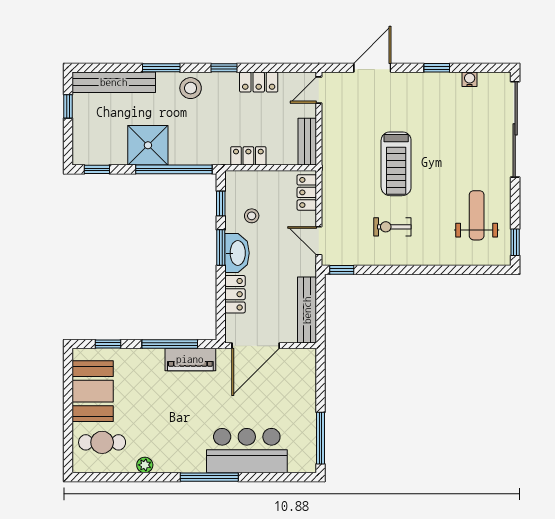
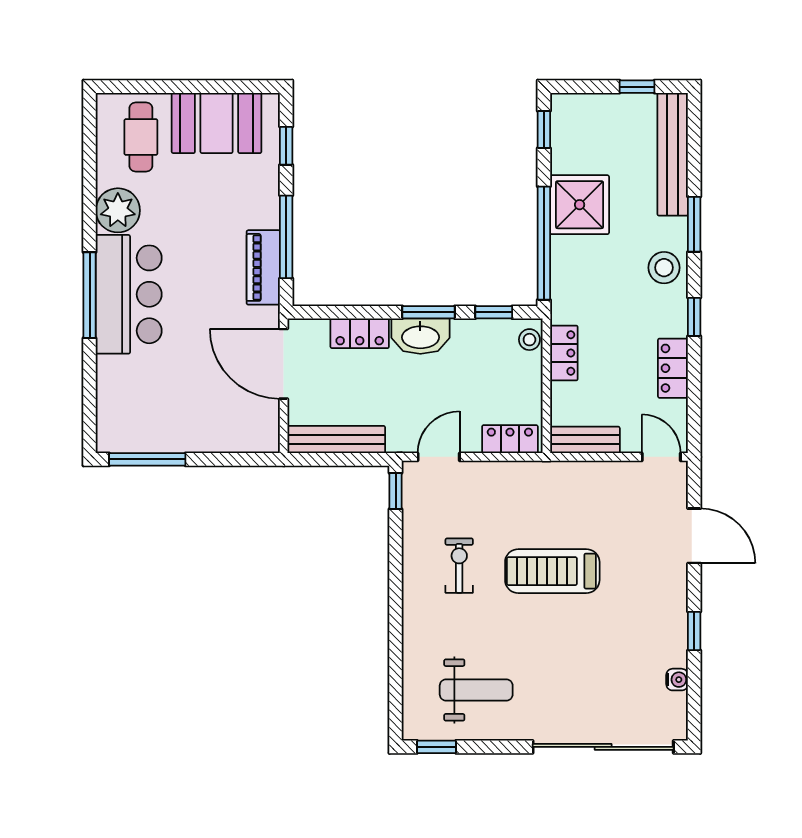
stool: (252, 216) -> (529, 340), moved
bar counter: (247, 451) -> (129, 294), moved
plant: (145, 465) -> (118, 210), width x1.88, depth x1.88

